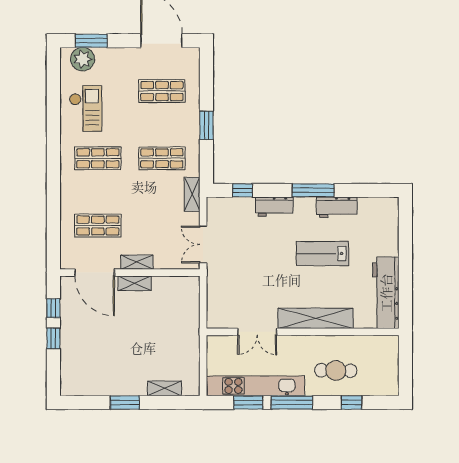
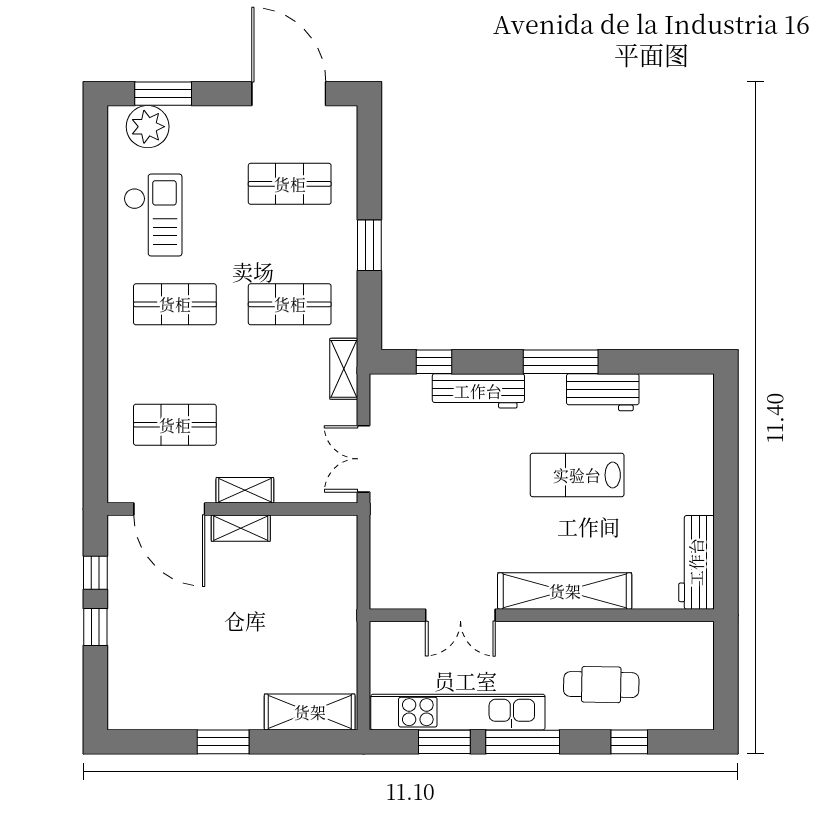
workbench: (274, 207) -> (478, 391), width x1.38
workbench: (386, 293) -> (696, 562), width x0.73, depth x0.76
shelving: (165, 388) -> (310, 712), width x1.50, depth x1.33

